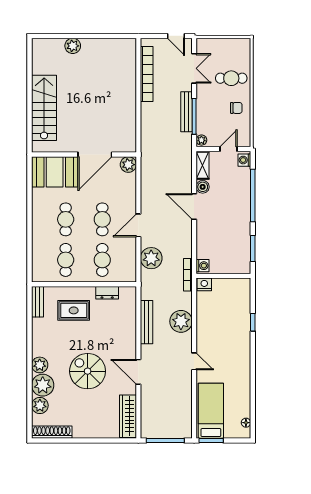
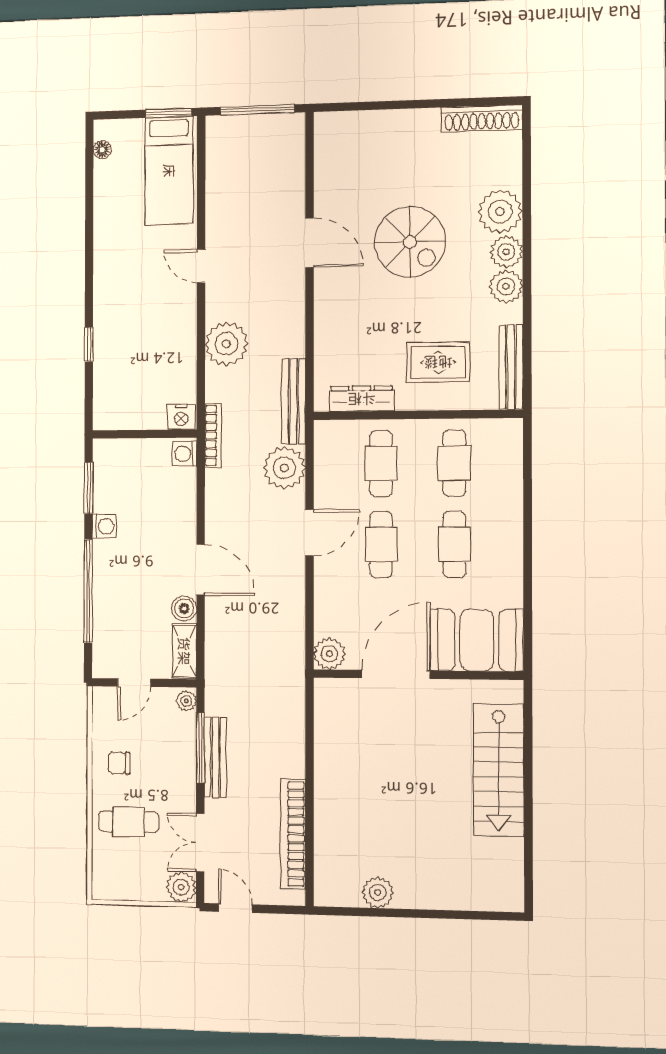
plant: (73, 46) -> (378, 893), moved
plant: (204, 46) -> (181, 887), added
washing machine: (244, 160) -> (104, 526), moved
dresser: (107, 293) -> (362, 399), width x1.44
bench: (38, 302) -> (511, 367), width x1.36
bench: (147, 322) -> (293, 401), moved
plant: (40, 405) -> (506, 287), moved
wardrobe: (128, 416) -> (330, 155), removed

